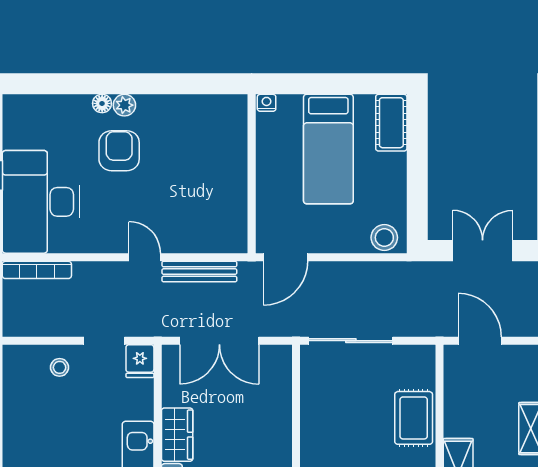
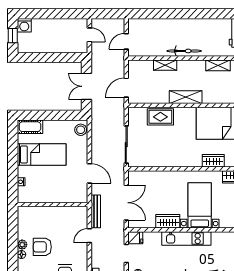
wall: (252, 174) -> (52, 205), moved

